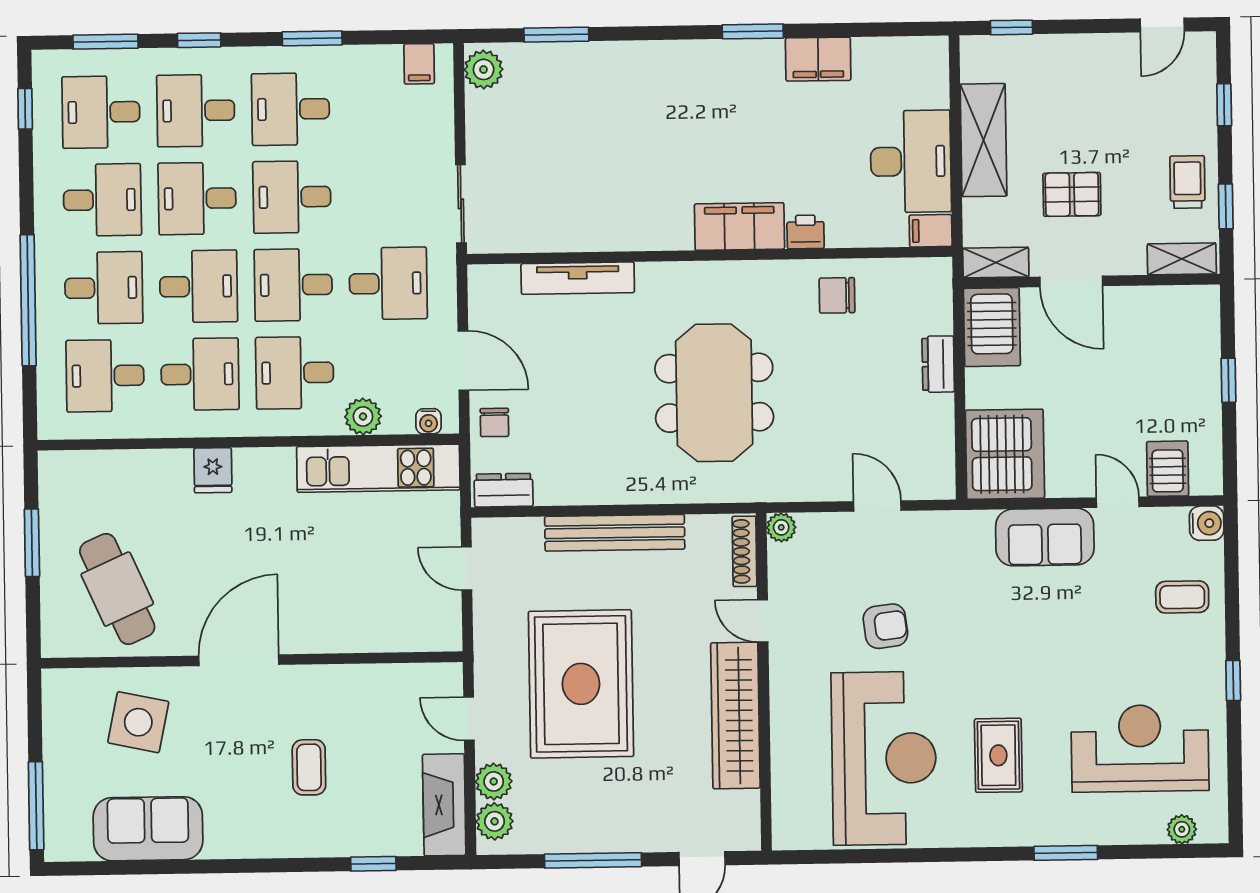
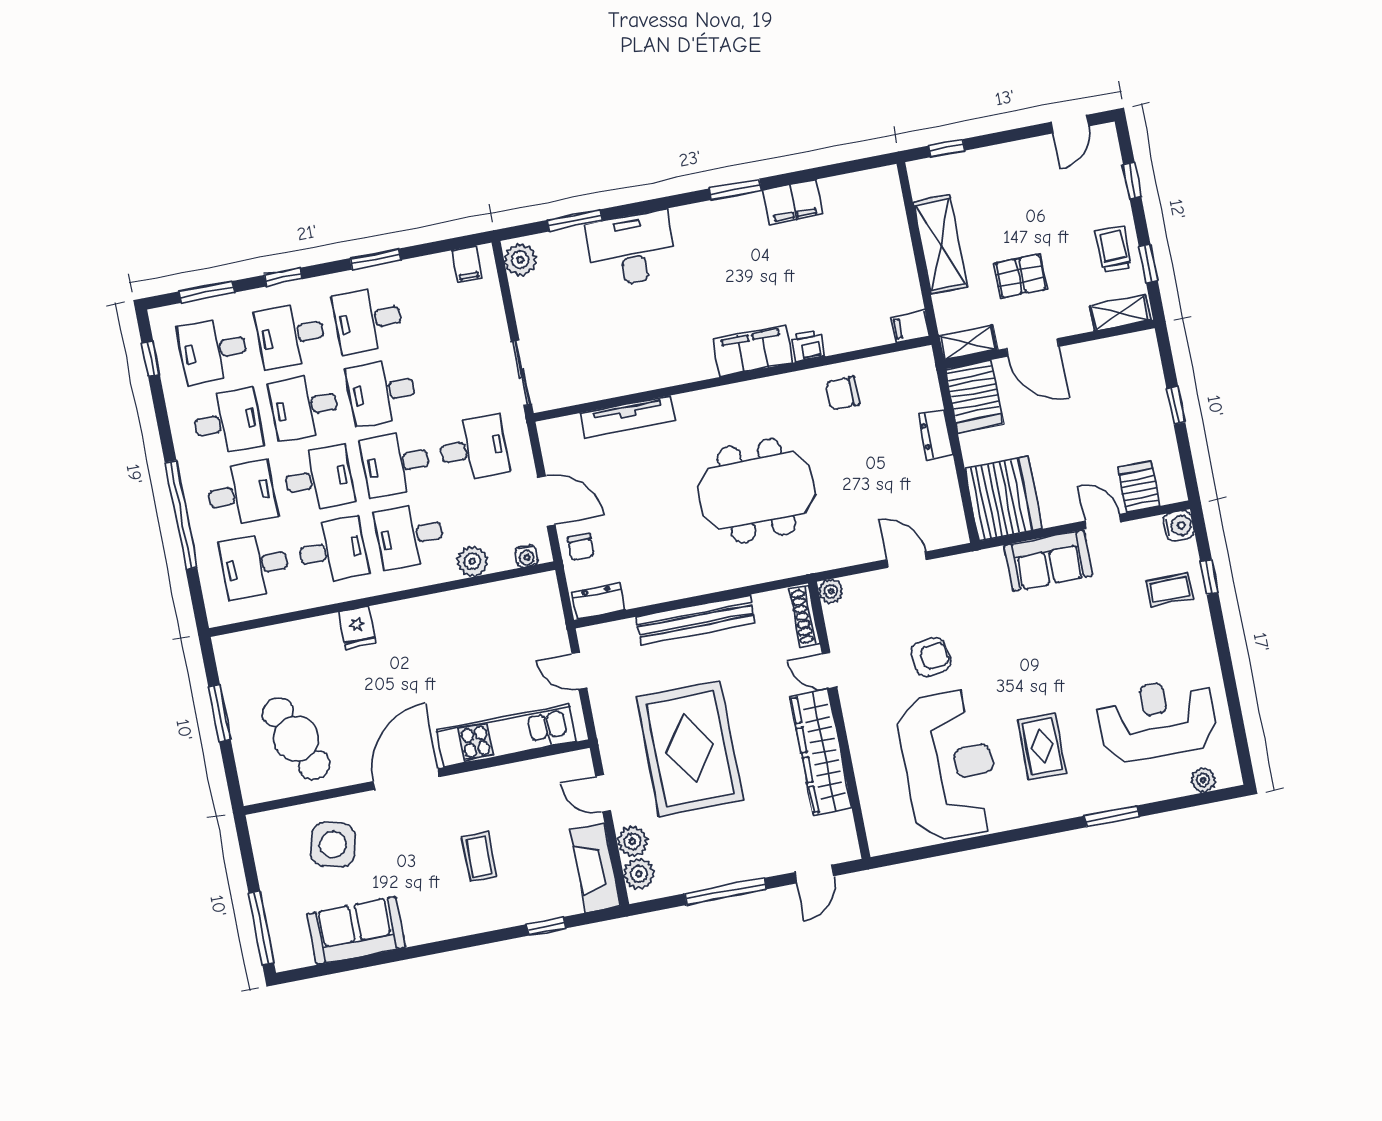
desk: (911, 161) -> (631, 249), moved, turned -90
meeting table: (714, 393) -> (756, 491), turned 90
kitchen unit: (378, 468) -> (506, 736), moved, turned 180
window: (1233, 681) -> (1209, 577), moved

